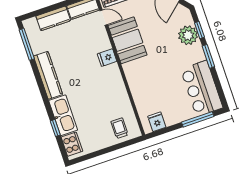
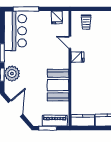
door: (104, 18) -> (70, 42), moved
fridge: (107, 58) -> (78, 57), moved

